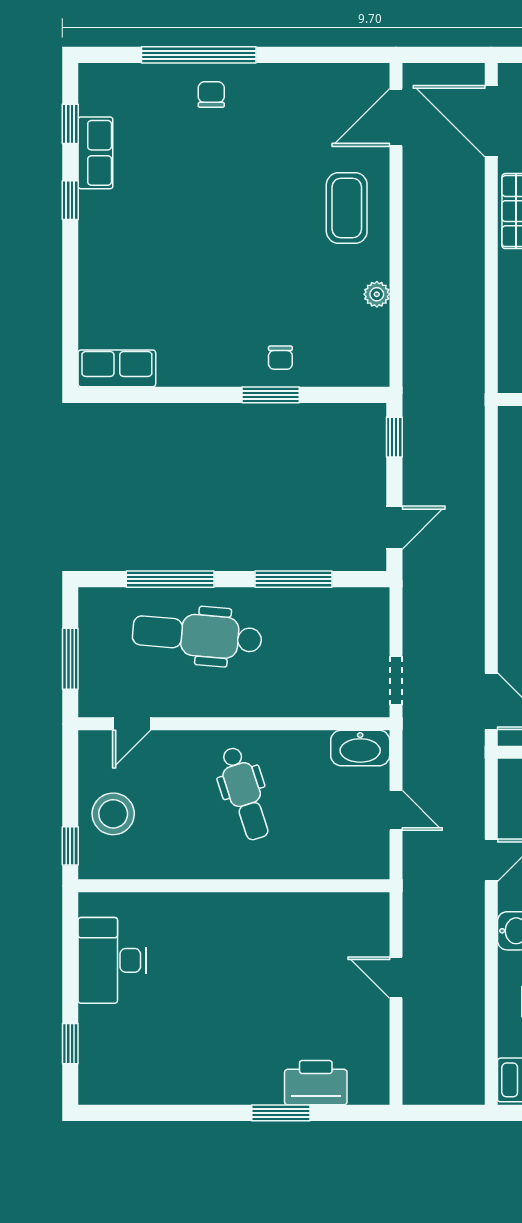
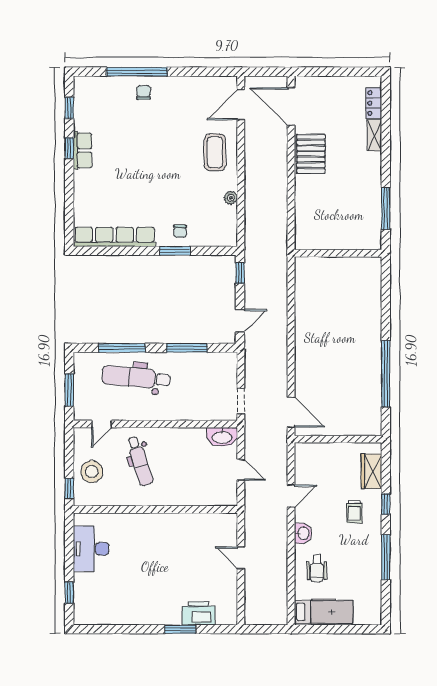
row of seats: (95, 153) -> (82, 150), moved
row of seats: (117, 368) -> (114, 237), width x2.02
dental chair: (245, 793) -> (140, 461), moved

